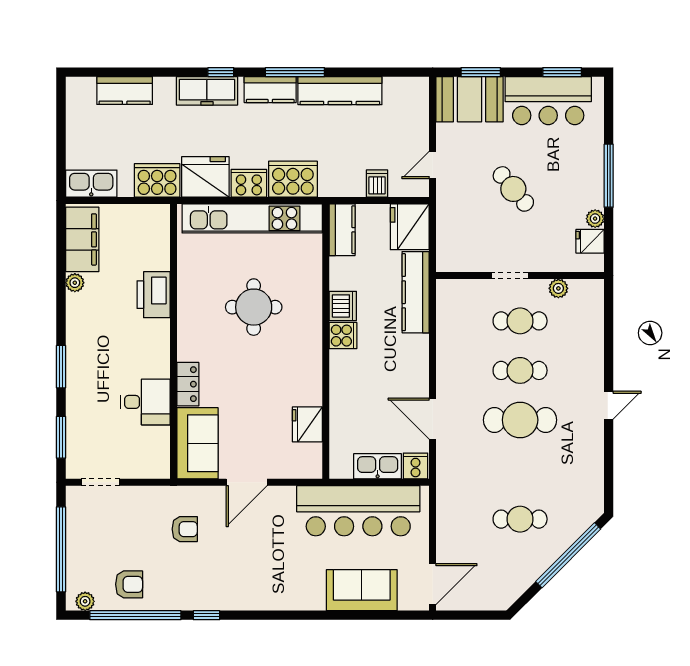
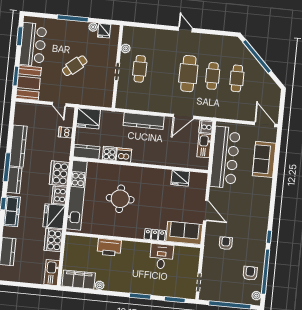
kitchen counter: (416, 292) -> (144, 121), moved
cooker: (343, 336) -> (109, 153), moved
cafe table: (520, 370) -> (213, 76), moved

